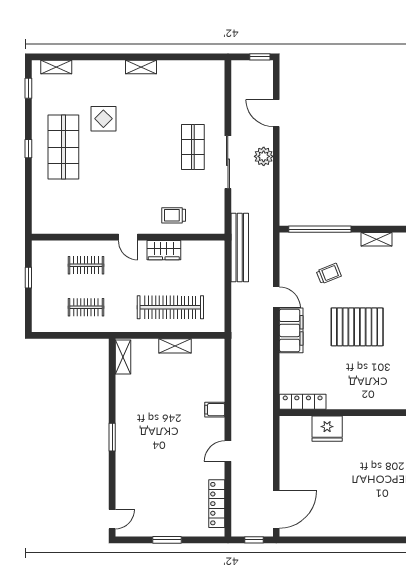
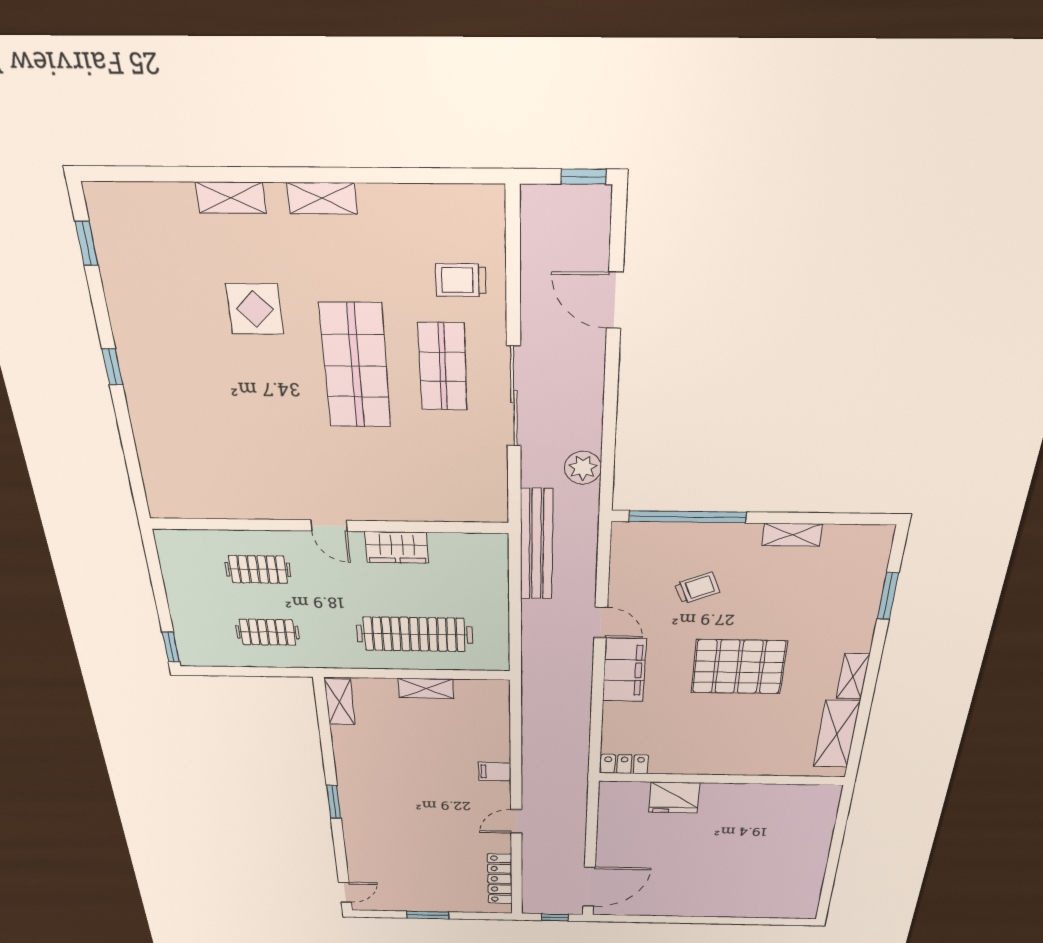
shelving: (56, 67) -> (231, 198), moved
shop shelf: (63, 147) -> (355, 366), moved
plant: (264, 156) -> (583, 468), moved
trolley: (174, 215) -> (461, 280), moved
window: (28, 278) -> (171, 647), moved
locker: (303, 402) -> (624, 764), width x0.66

